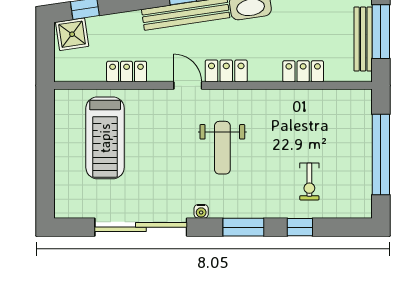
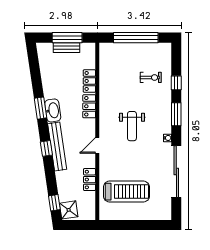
bench: (363, 39) -> (67, 48), width x0.73
locker: (226, 71) -> (89, 106), moved
weight bench: (222, 148) -> (132, 126), turned 90

